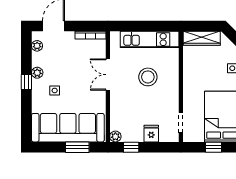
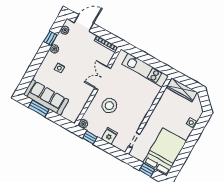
stool: (148, 77) -> (109, 106), moved
window: (26, 82) -> (50, 38), moved
sofa: (68, 128) -> (46, 97), width x0.74, depth x0.79
window: (77, 147) -> (39, 108), moved

